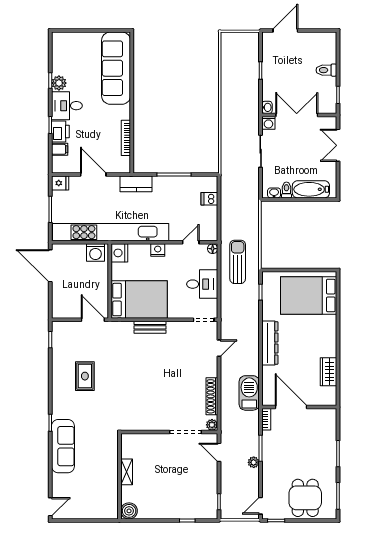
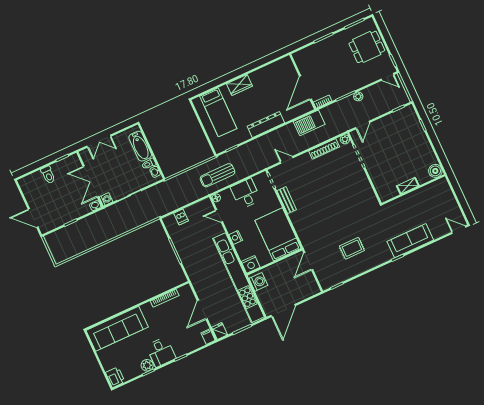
printer: (60, 132) -> (115, 377), moved, turned 90
filing cabinet: (60, 149) -> (208, 337), moved
kitchen counter: (136, 184) -> (195, 275), removed
bed: (309, 295) -> (218, 112), width x0.67
bench: (150, 327) -> (287, 200), moved
wardrobe: (329, 372) -> (239, 85), moved

